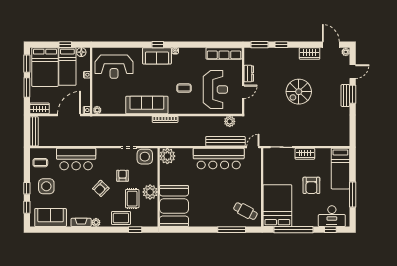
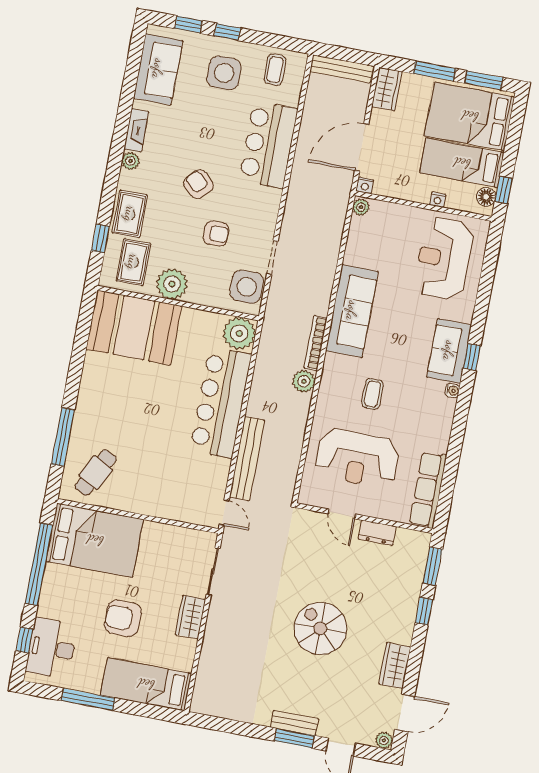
window: (65, 45) -> (504, 190), moved
door: (69, 115) -> (362, 147), swing flipped
plant: (230, 121) -> (304, 381), moved
bar counter: (219, 159) -> (221, 402), moved
rug: (132, 199) -> (133, 262), moved, turned 90

